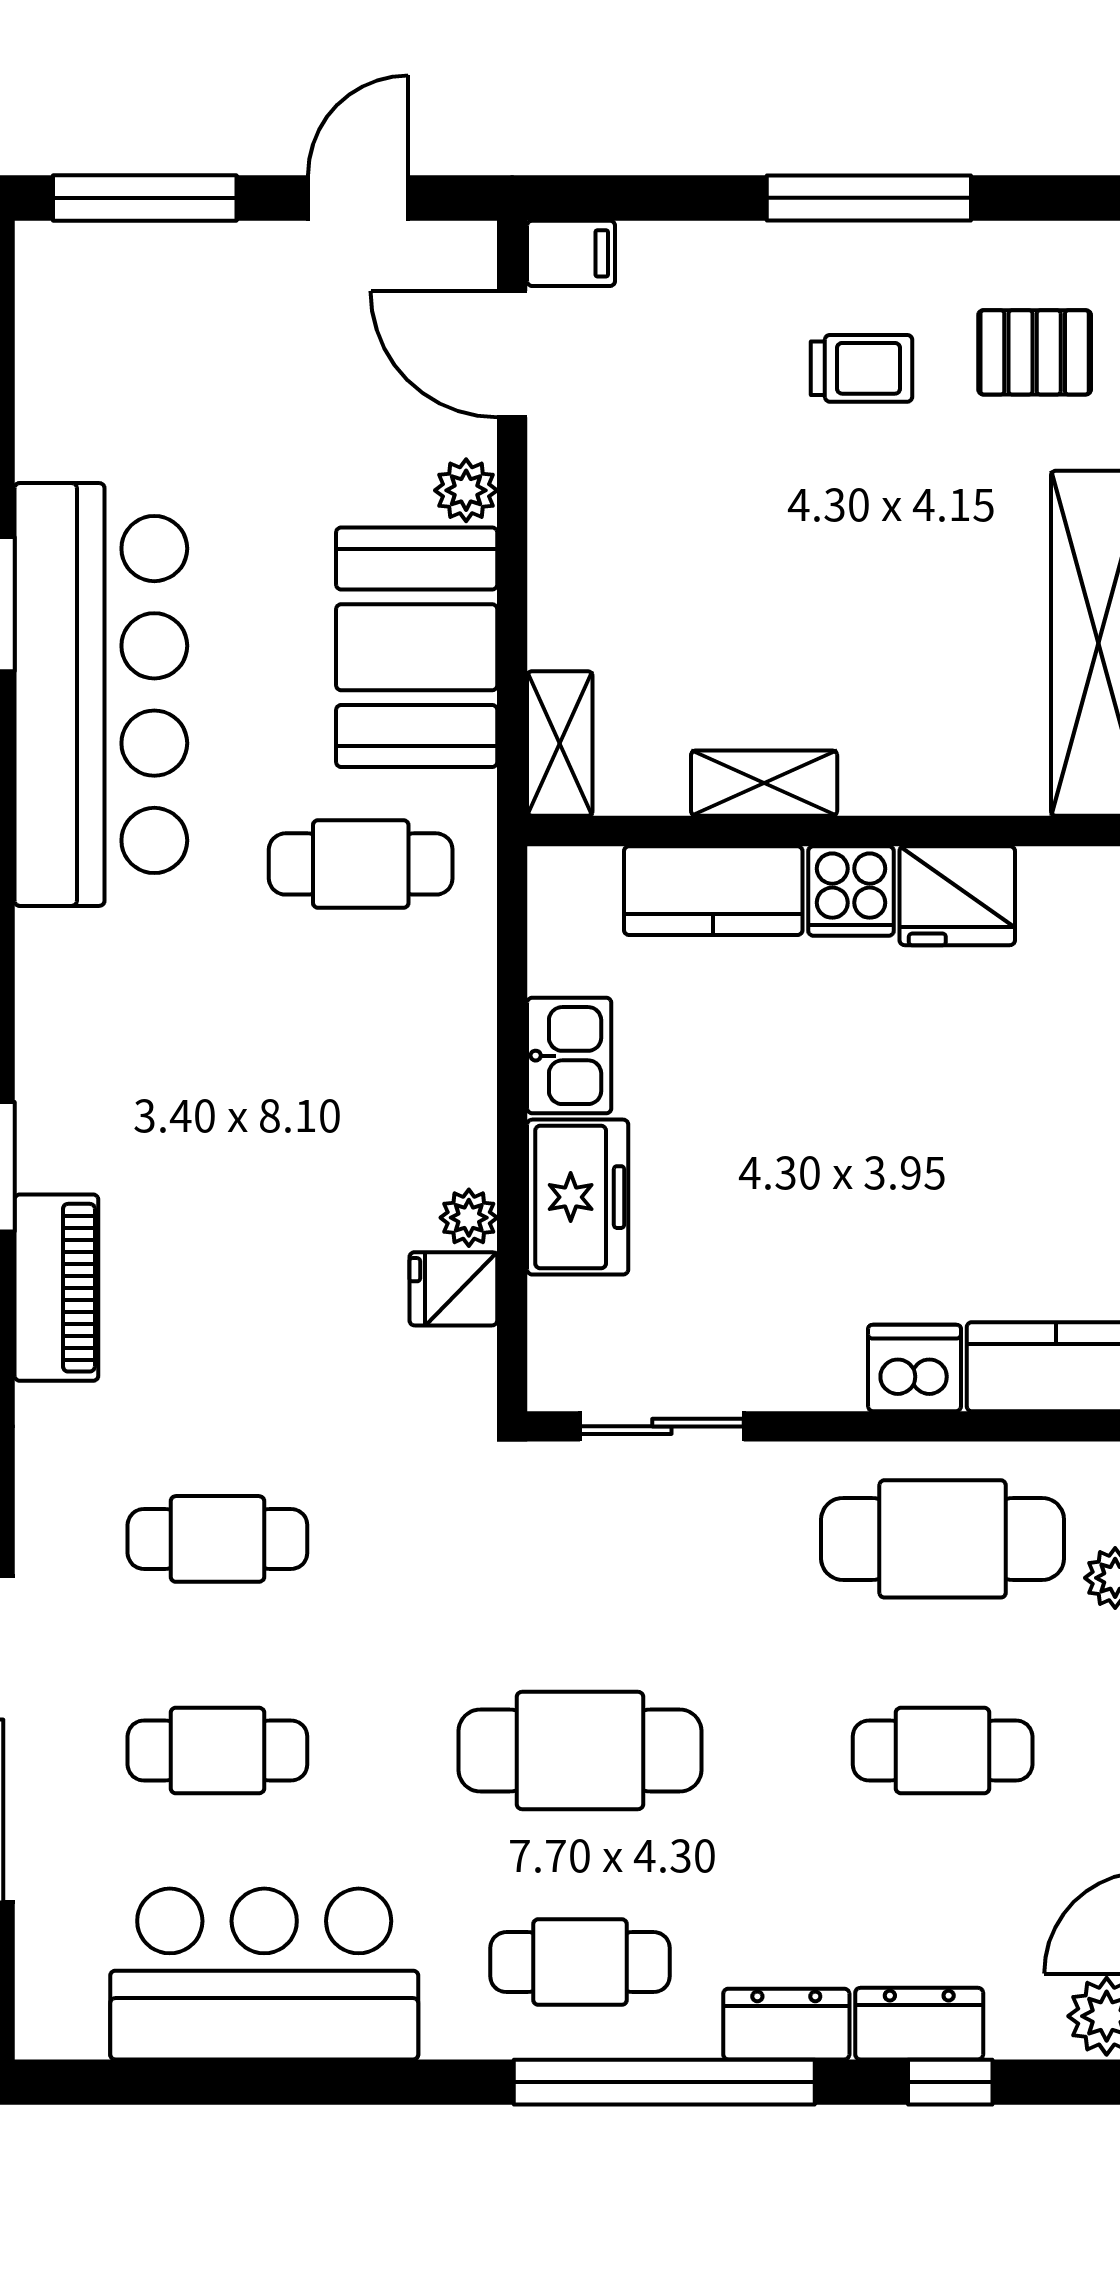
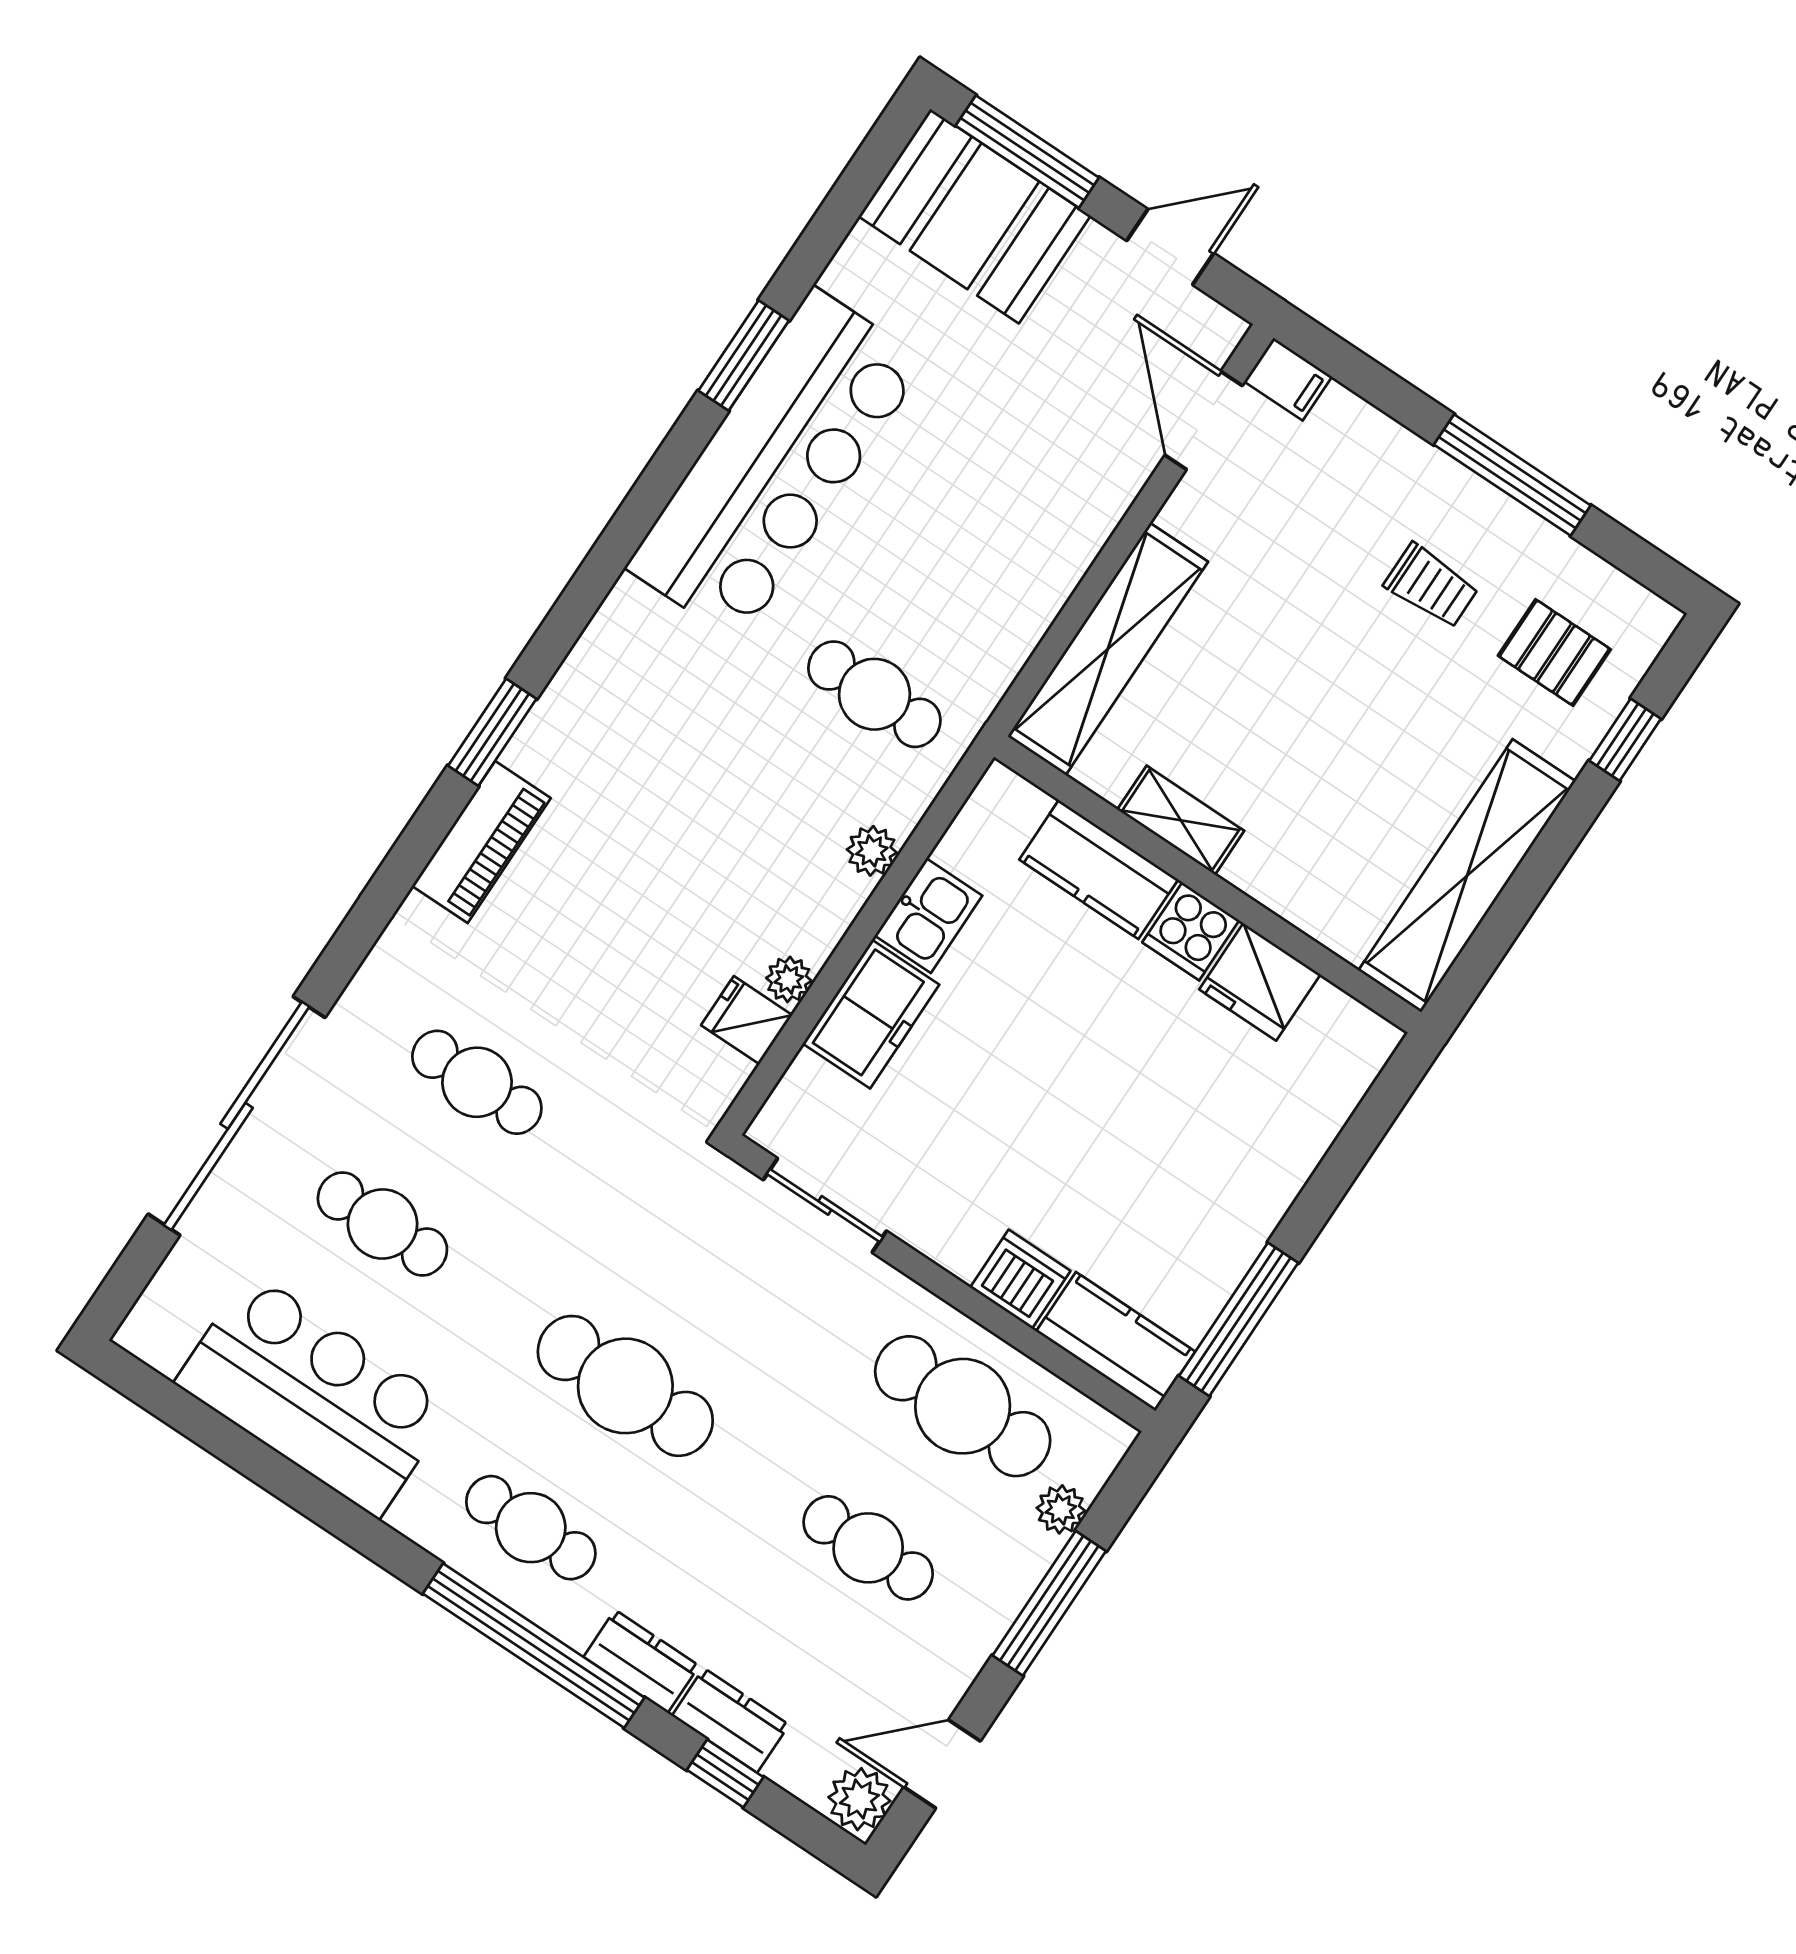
plant: (466, 490) -> (872, 851), moved
booth: (417, 647) -> (974, 216), moved, turned 90
shelving: (560, 743) -> (1108, 649), width x2.20, depth x1.33

